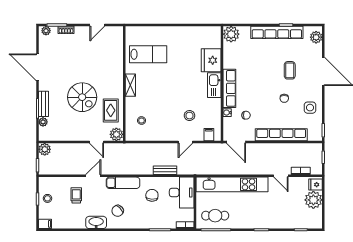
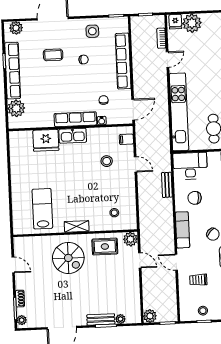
plant: (231, 34) -> (16, 108), moved
spiral stairs: (82, 97) -> (68, 258), moved, turned 90
door: (96, 142) -> (140, 260), hinge flipped

